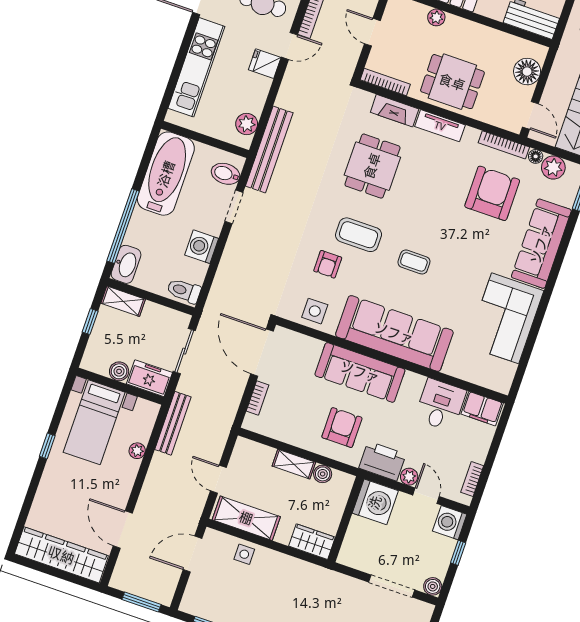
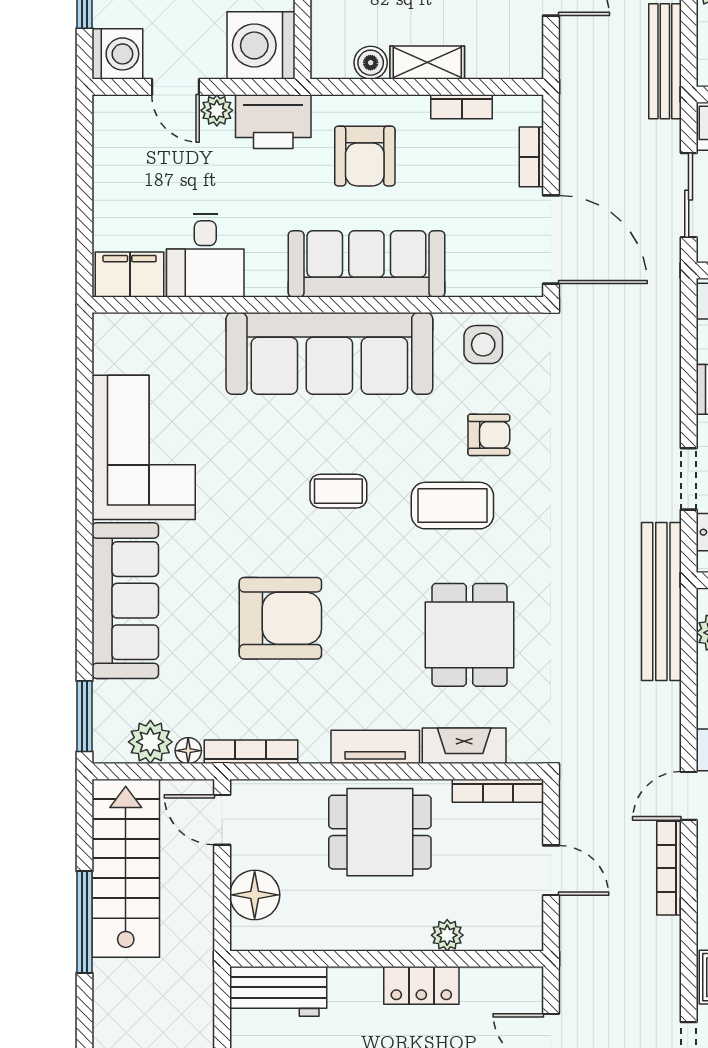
armchair: (492, 193) -> (280, 618), moved, turned -90
armchair: (328, 264) -> (489, 435), turned 90
bookcase: (472, 479) -> (462, 107), moved, turned 90

